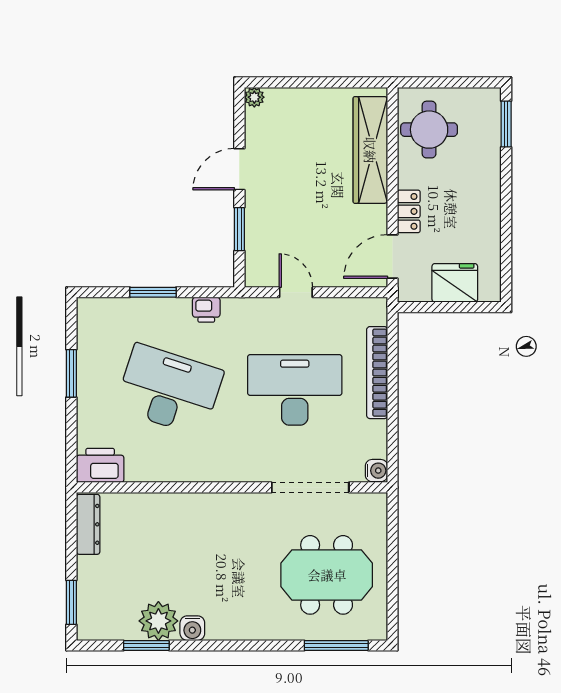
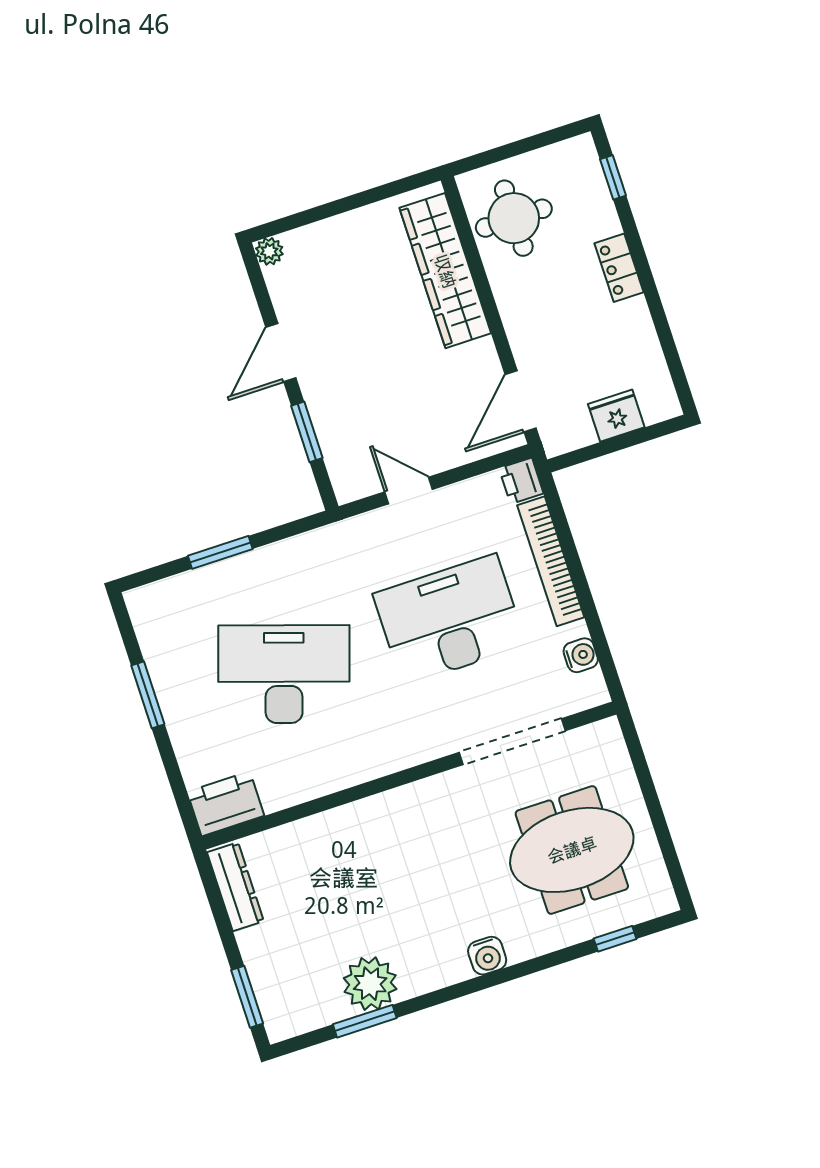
window: (506, 124) -> (613, 177), width x0.67
locker: (409, 211) -> (619, 268), moved, turned 180
fridge: (455, 283) -> (616, 416), width x0.73, depth x0.75
printer: (206, 310) -> (521, 481), moved, turned 90
water cooler: (376, 471) -> (581, 655), moved
water cooler: (192, 628) -> (487, 956), moved
window: (336, 645) -> (615, 939), width x0.46

